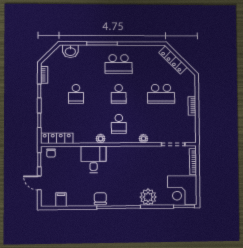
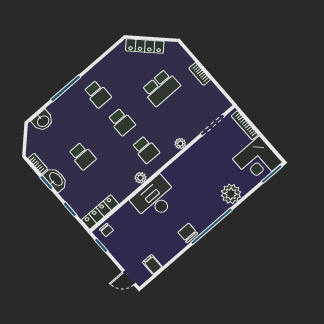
school desk: (119, 64) -> (97, 94), width x0.54
washbasin: (47, 94) -> (56, 179), added
desk: (94, 159) -> (155, 199), width x1.37
door: (39, 183) -> (129, 277), moved

